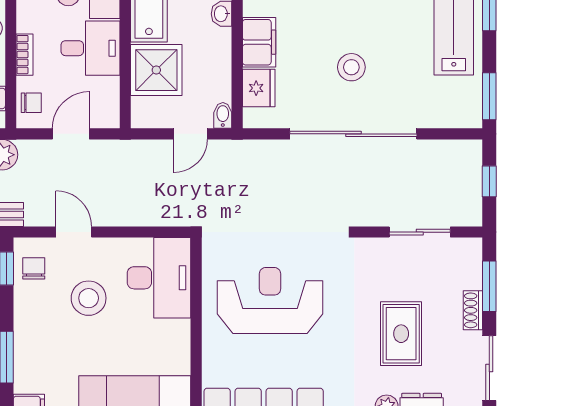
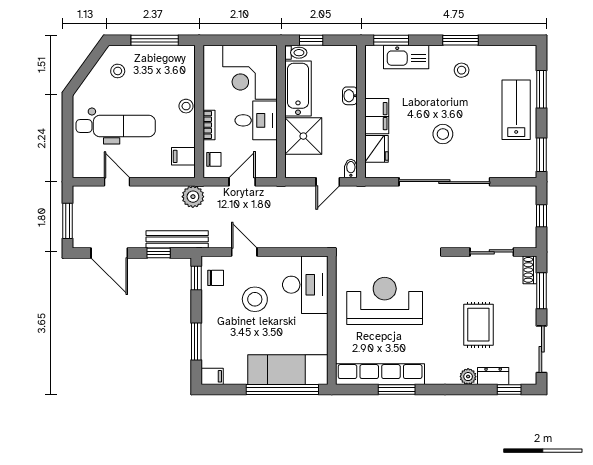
chair: (34, 268) -> (216, 278), turned 90
shoe rack: (473, 310) -> (530, 270), moved

